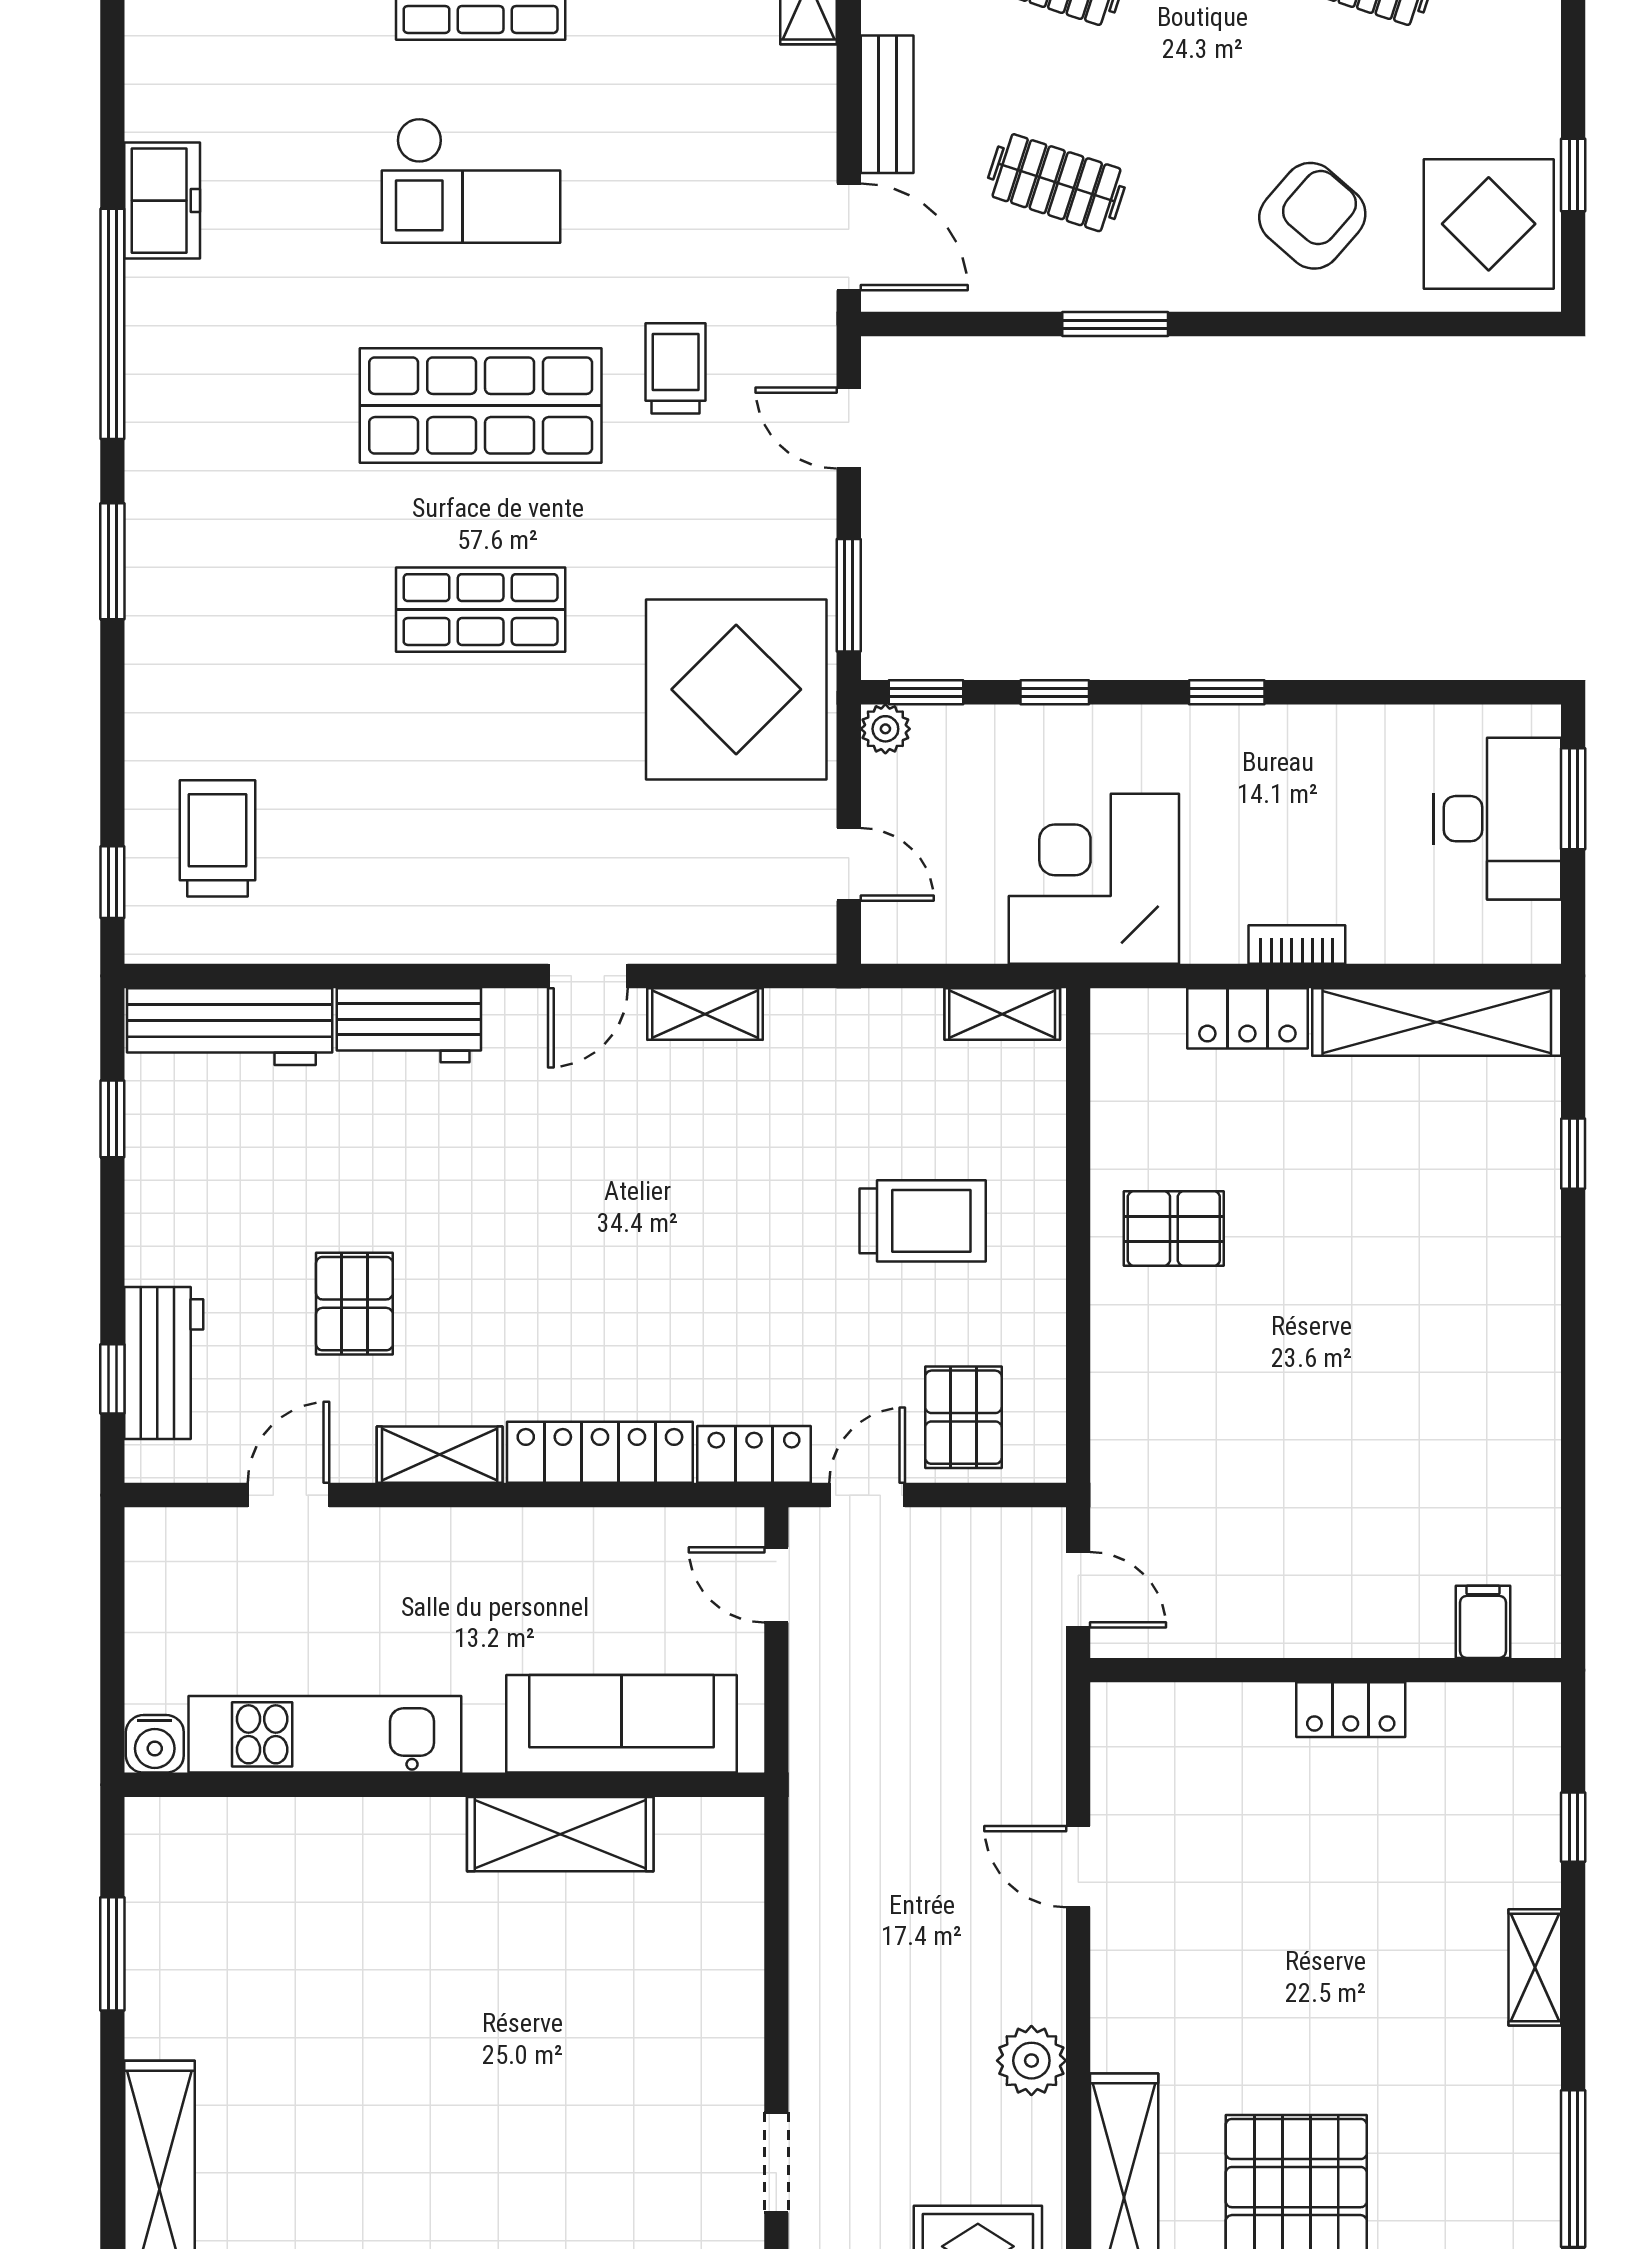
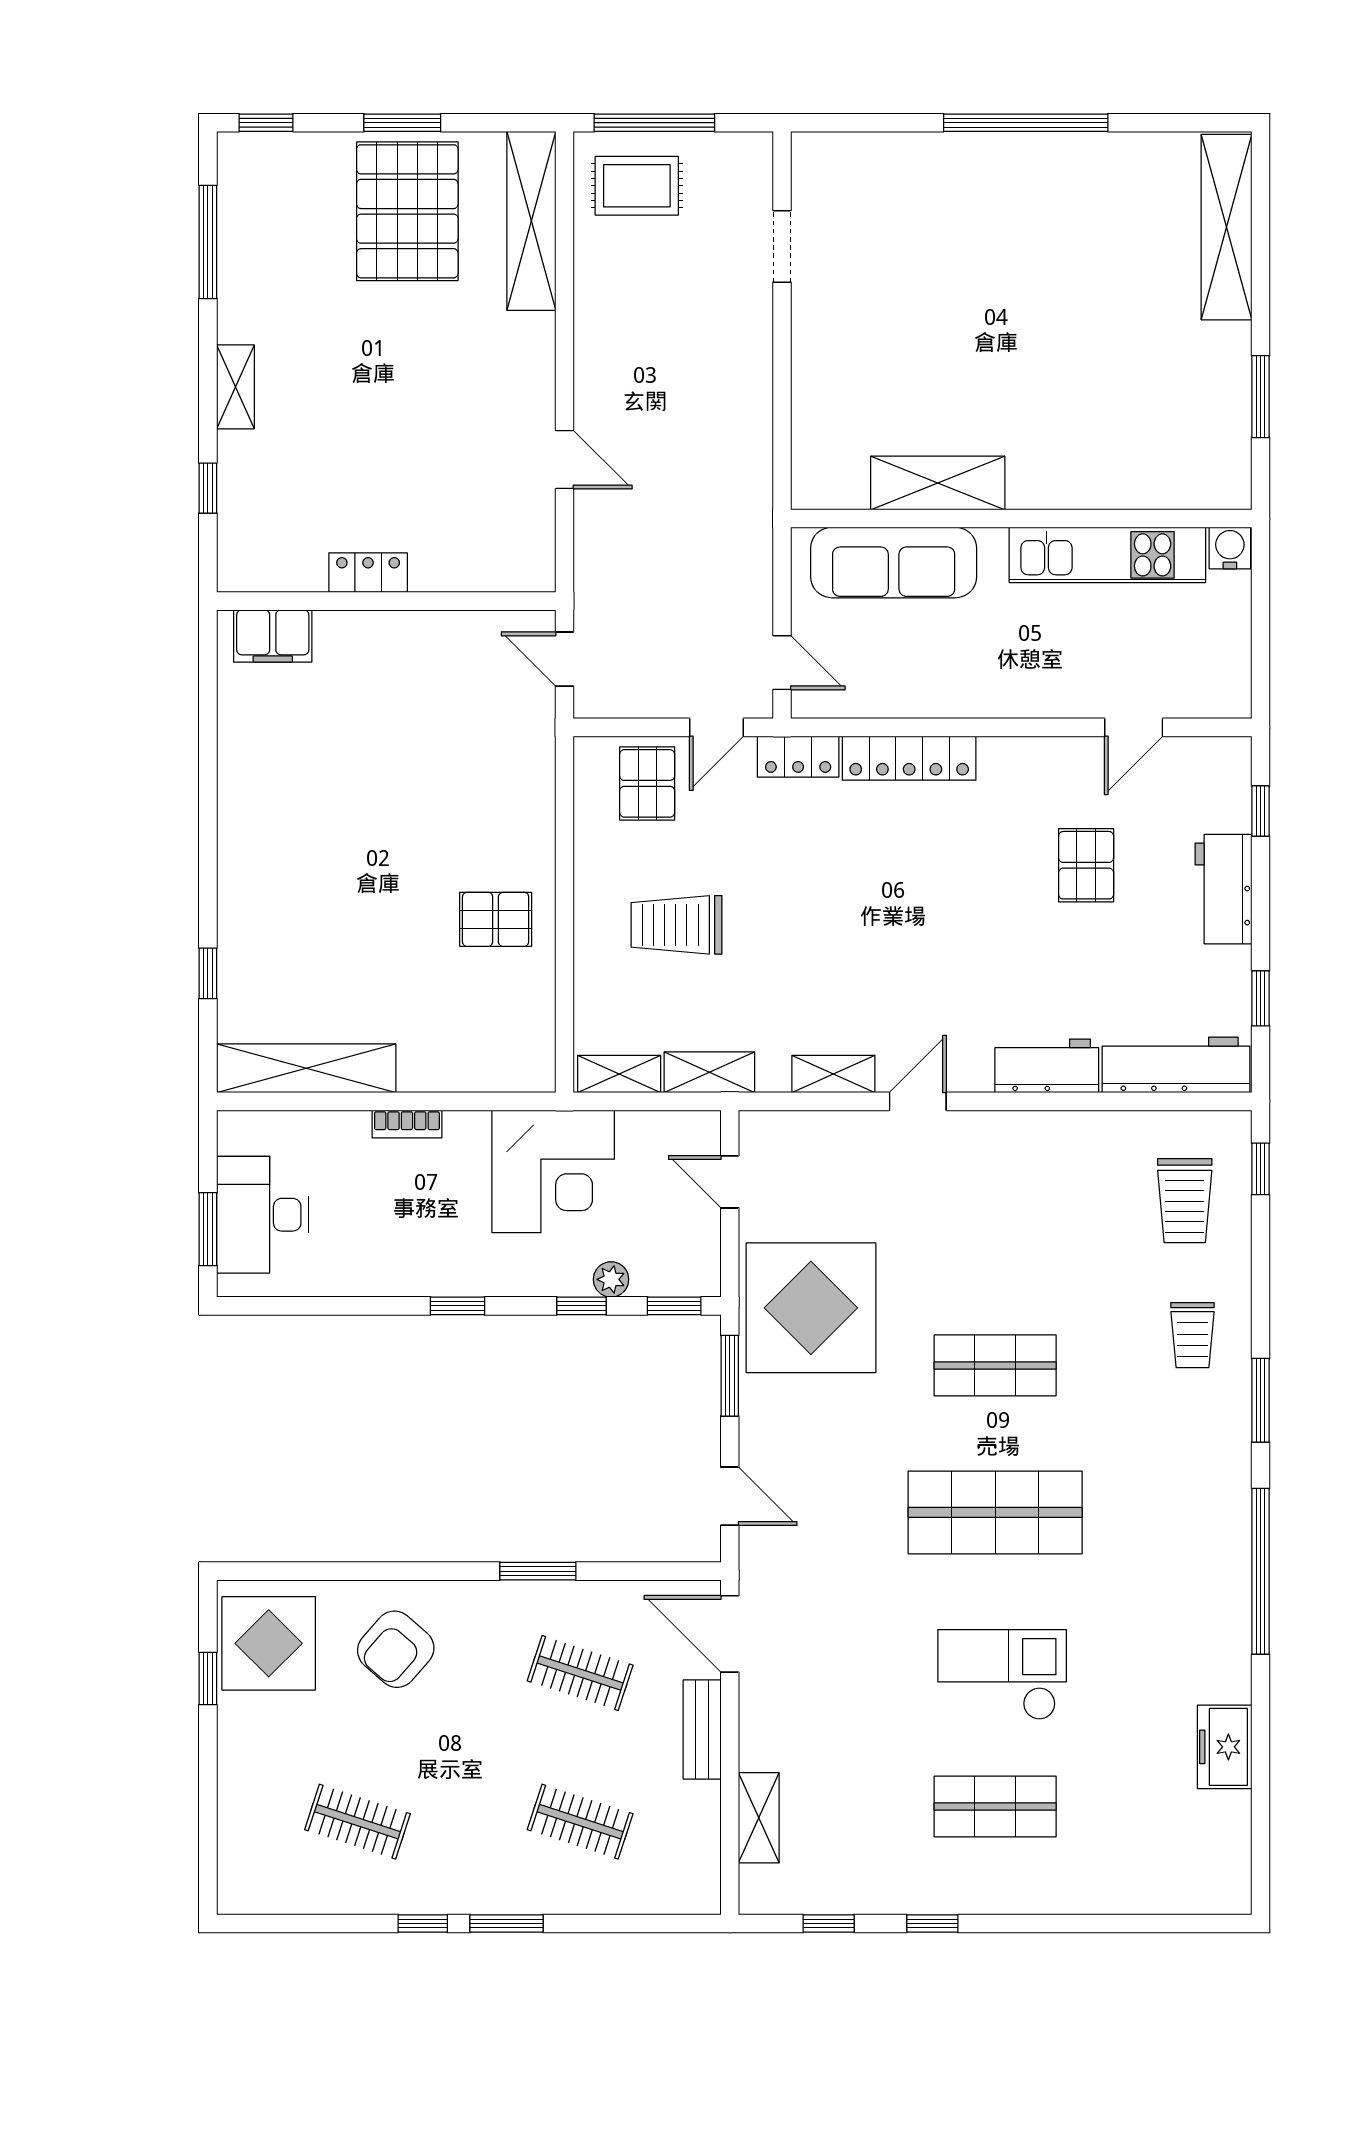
freezer: (162, 201) -> (1225, 1747), moved
trolley: (676, 368) -> (1192, 1335), moved
plant: (885, 729) -> (611, 1279), moved
locker: (1247, 1018) -> (443, 1071), removed
workbench: (164, 1363) -> (1223, 889), moved
shelving: (440, 1455) -> (709, 1072), moved
filing cabinet: (1483, 1622) -> (273, 636), width x2.00
plant: (1031, 2061) -> (598, 320), removed

